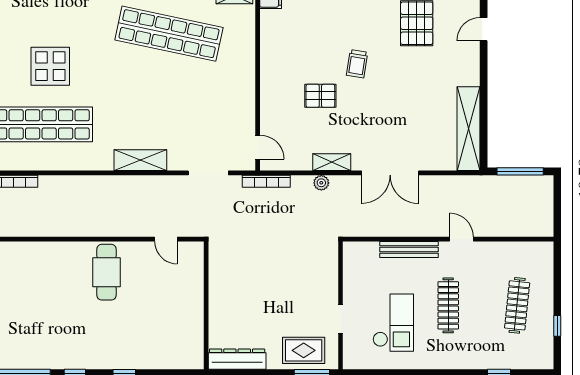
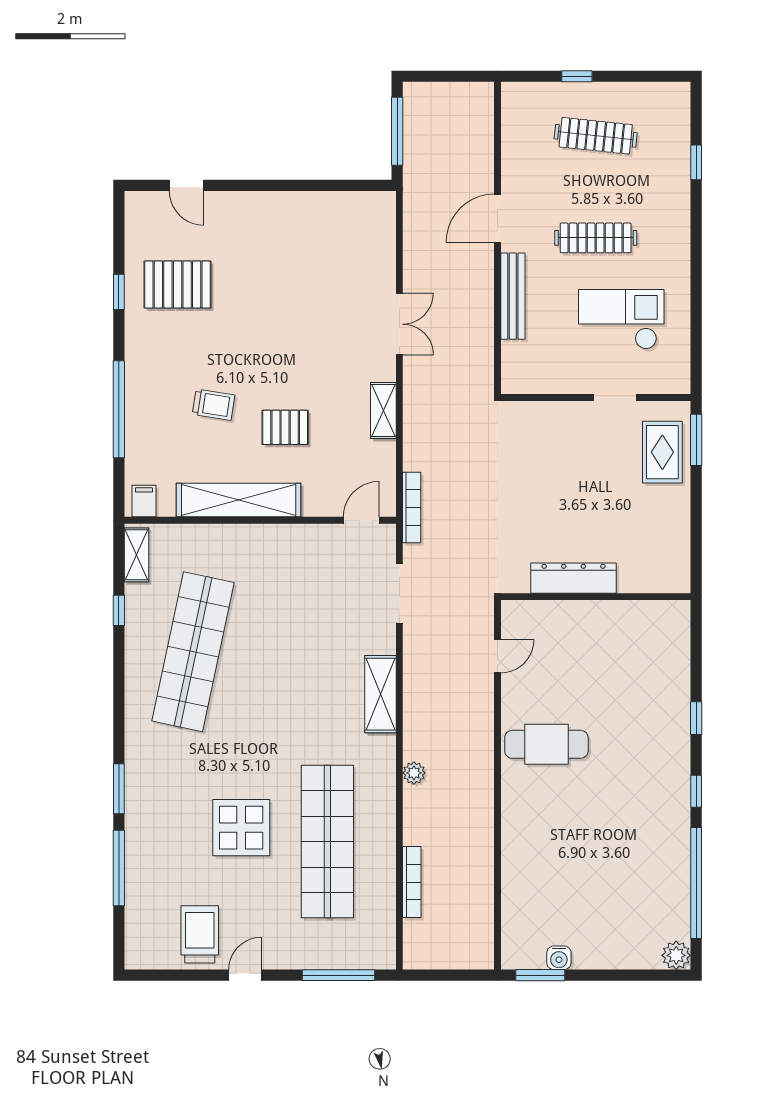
trolley: (357, 64) -> (213, 405), moved
pallet: (320, 96) -> (285, 427), turned 90
shelving: (469, 129) -> (239, 500), moved
double door: (390, 173) -> (399, 324), width x0.73
plant: (321, 183) -> (414, 773), moved
door: (461, 239) -> (497, 218), width x1.38
window: (557, 326) -> (577, 76), moved
dresser: (237, 359) -> (574, 578), moved, turned 90

